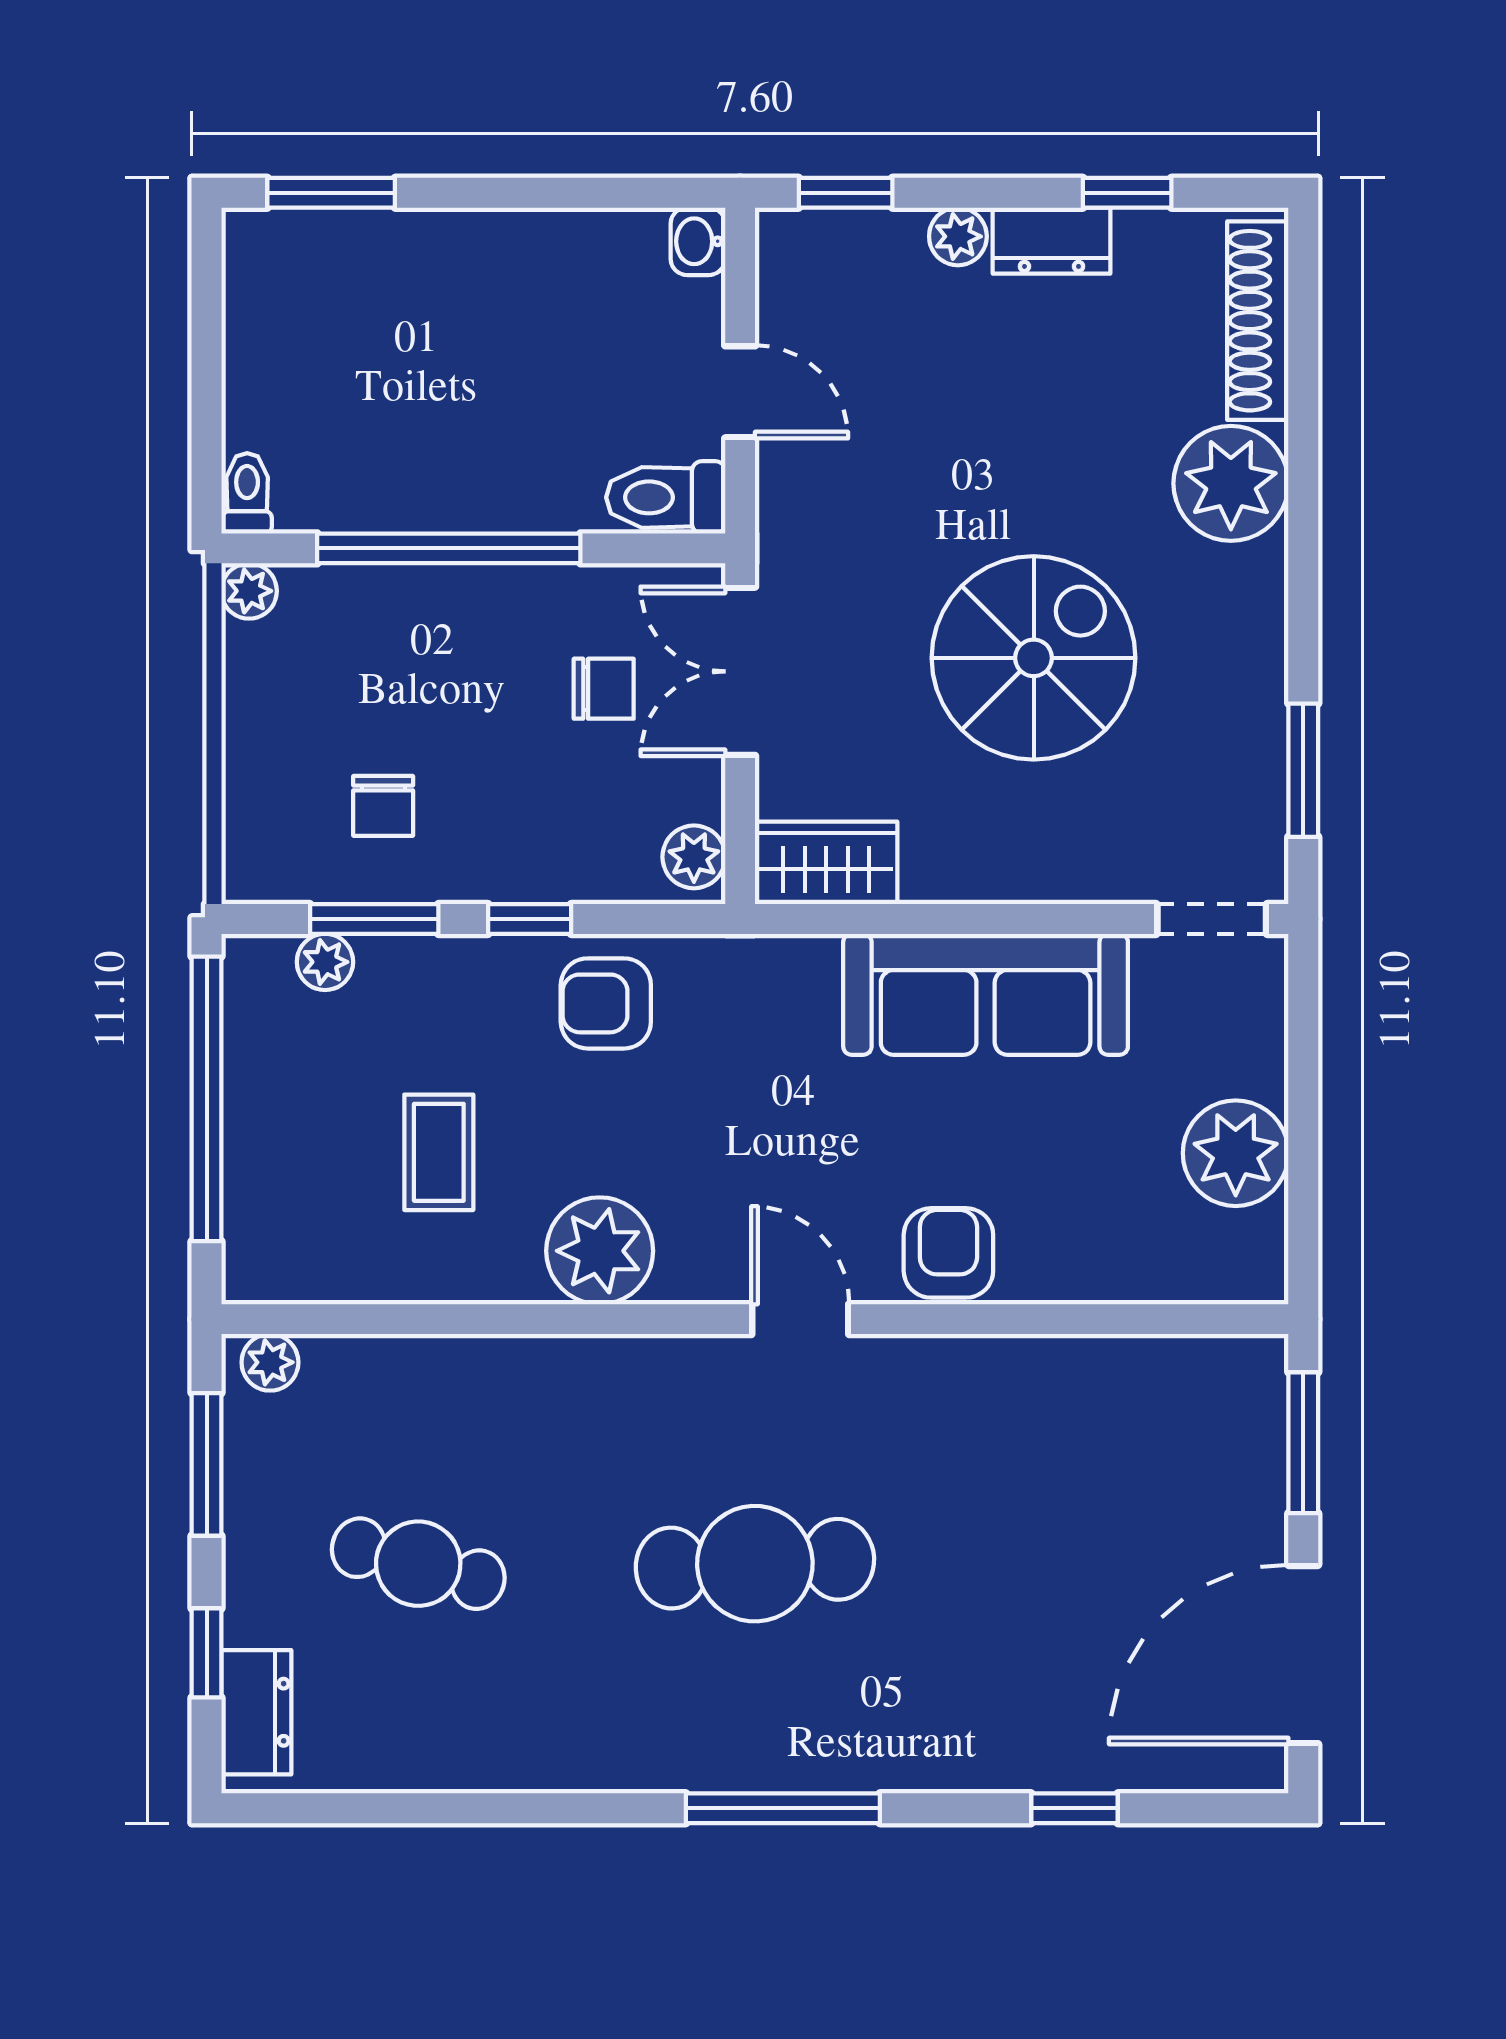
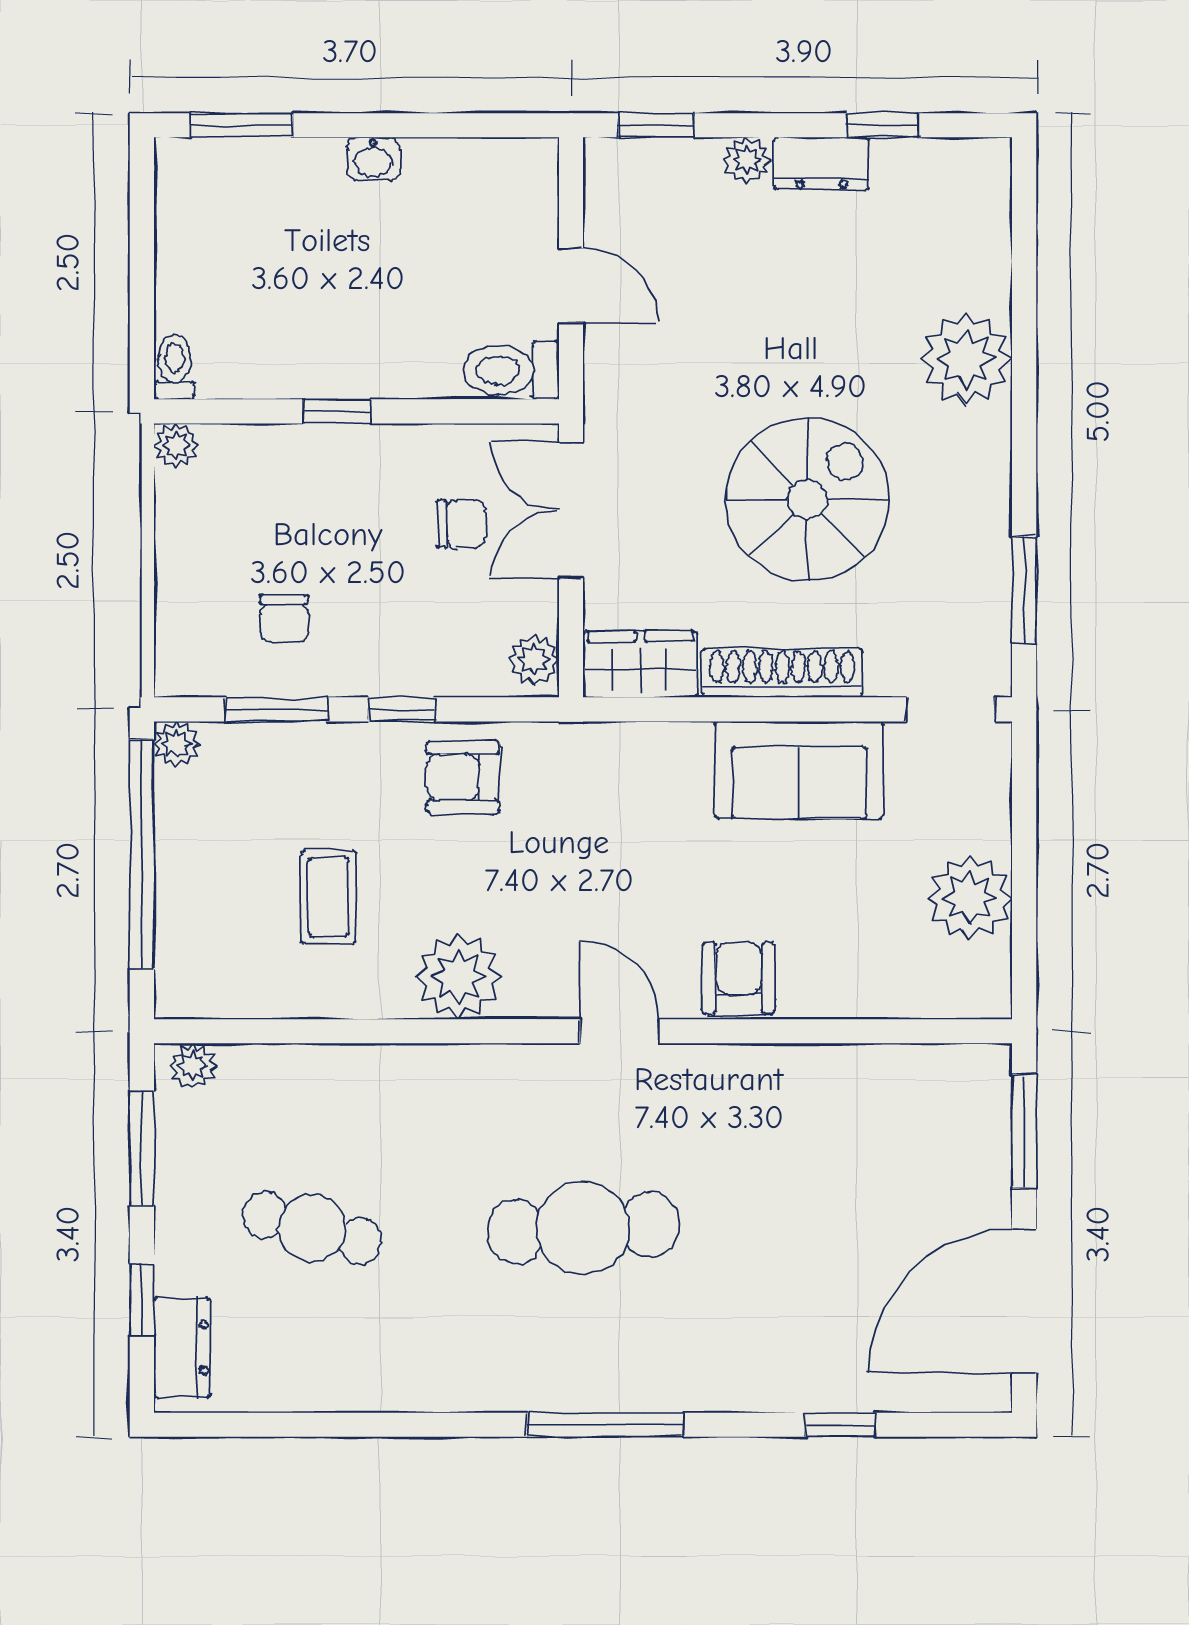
washbasin: (698, 241) -> (373, 159), moved, turned -90
shoe rack: (1258, 321) -> (782, 673), moved, turned 90
window: (449, 548) -> (337, 411), width x0.32
plant: (325, 962) -> (176, 744), moved
sofa: (986, 994) -> (799, 770), width x0.73

